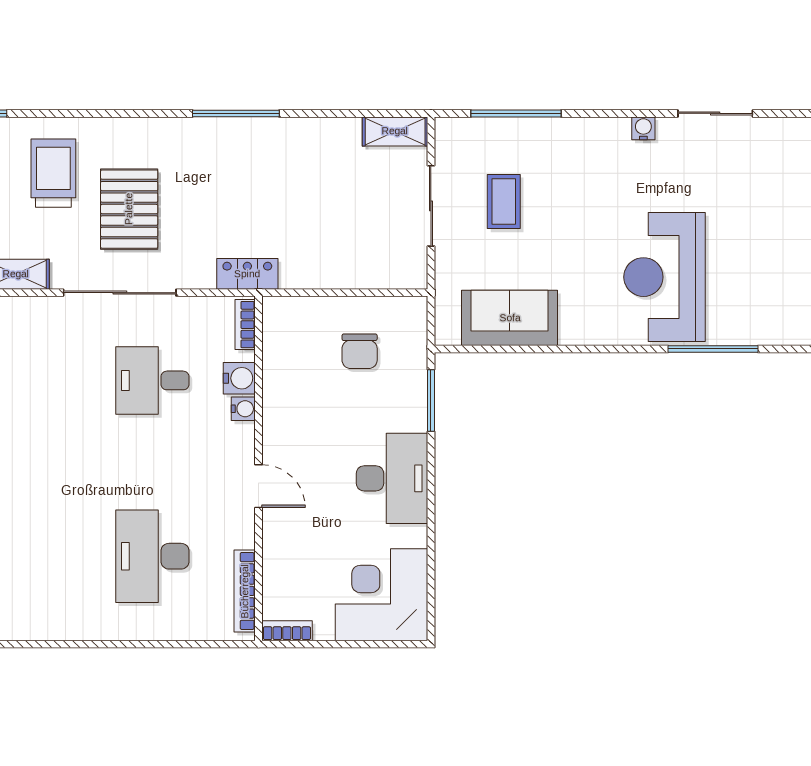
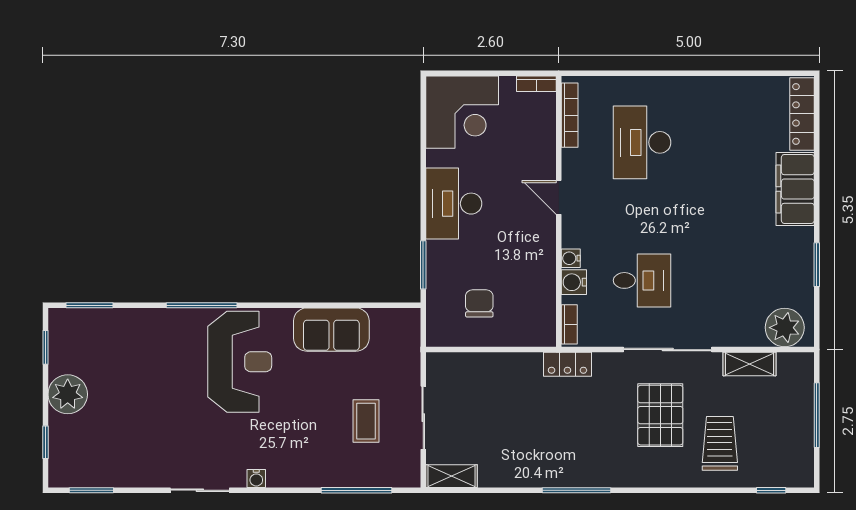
trolley: (53, 173) -> (720, 443), turned 180
sofa: (510, 318) -> (331, 330), moved
desk: (152, 556) -> (642, 142), turned 180

